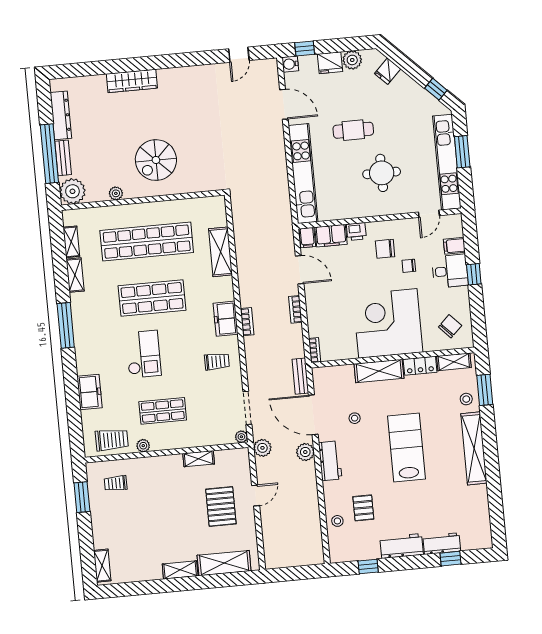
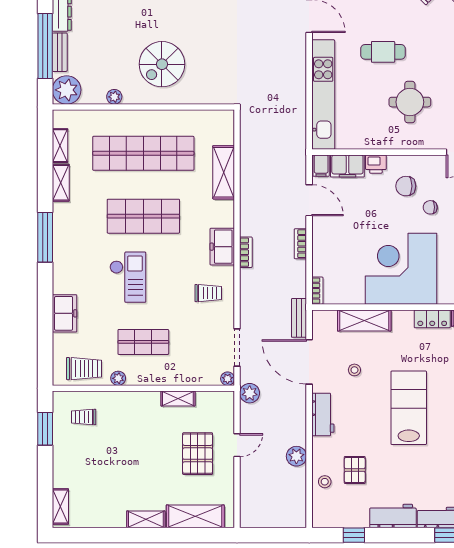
shelving: (379, 371) -> (364, 320), moved
plant: (305, 452) -> (296, 456), moved

